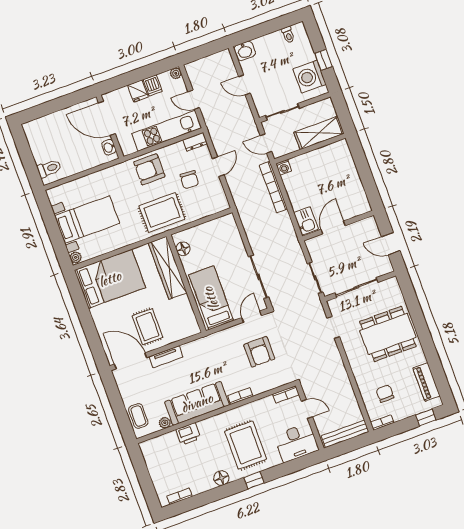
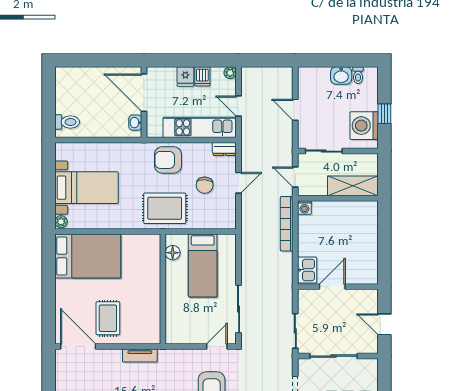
washbasin: (245, 51) -> (341, 76), moved
wardrobe: (168, 268) -> (150, 266), removed
bed: (211, 298) -> (203, 265), moved, turned 180
tv unit: (166, 357) -> (140, 355), moved

